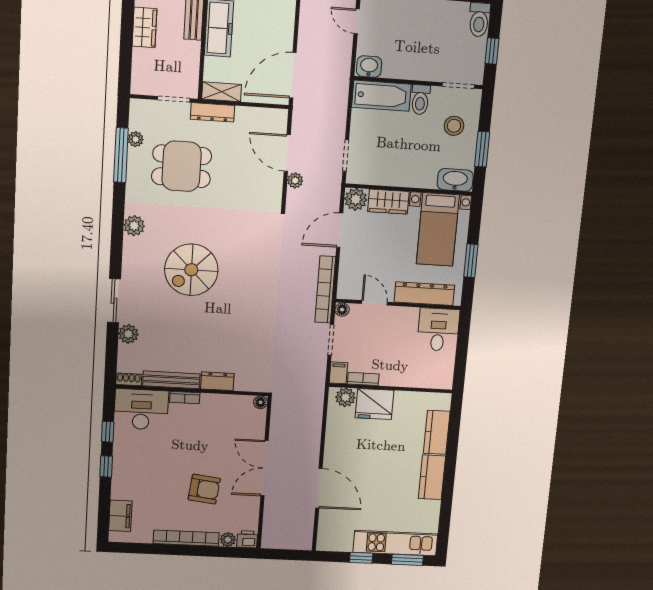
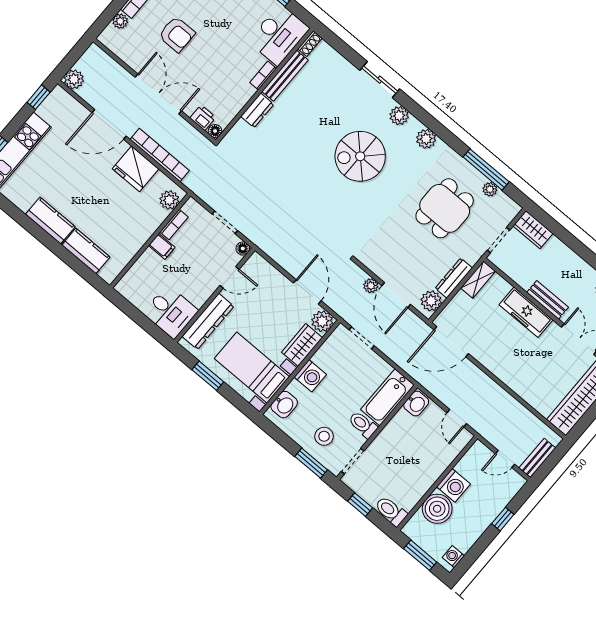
door: (357, 21) -> (457, 418), swing flipped
wardrobe: (145, 27) -> (533, 230), moved
door: (293, 75) -> (451, 342), swing flipped
dresser: (212, 112) -> (454, 278), moved
plant: (270, 119) -> (431, 301), added
window: (482, 149) -> (311, 463), moved
door: (287, 153) -> (396, 295), swing flipped
washing machine: (410, 175) -> (310, 376), added
washbasin: (455, 180) -> (284, 405), width x0.72
spiral stairs: (191, 270) -> (360, 156), turned -90
bookcase: (325, 289) -> (160, 155), moved
plant: (128, 334) -> (399, 116), moved
filing cabinet: (338, 373) -> (162, 246), moved
fridge: (375, 404) -> (136, 169), moved, turned -90
armchair: (204, 489) -> (177, 34), turned -97
printer: (247, 539) -> (203, 118), moved, turned -90
plant: (303, 541) -> (74, 79), added
window: (361, 558) -> (39, 97), moved

